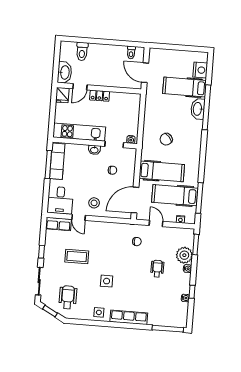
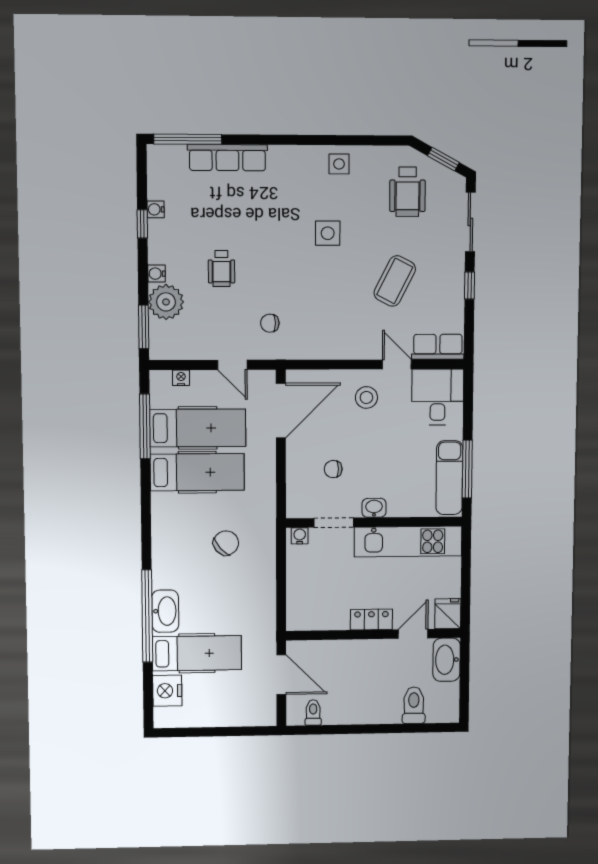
hospital bed: (162, 171) -> (197, 472), moved, turned 180
coffee table: (77, 257) -> (395, 281), turned -63
row of seats: (129, 317) -> (227, 158), moved

